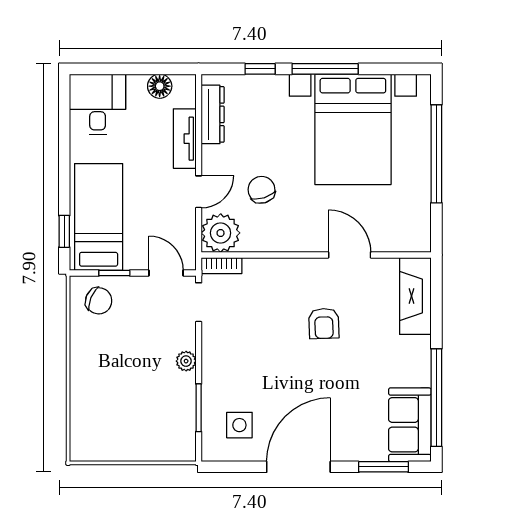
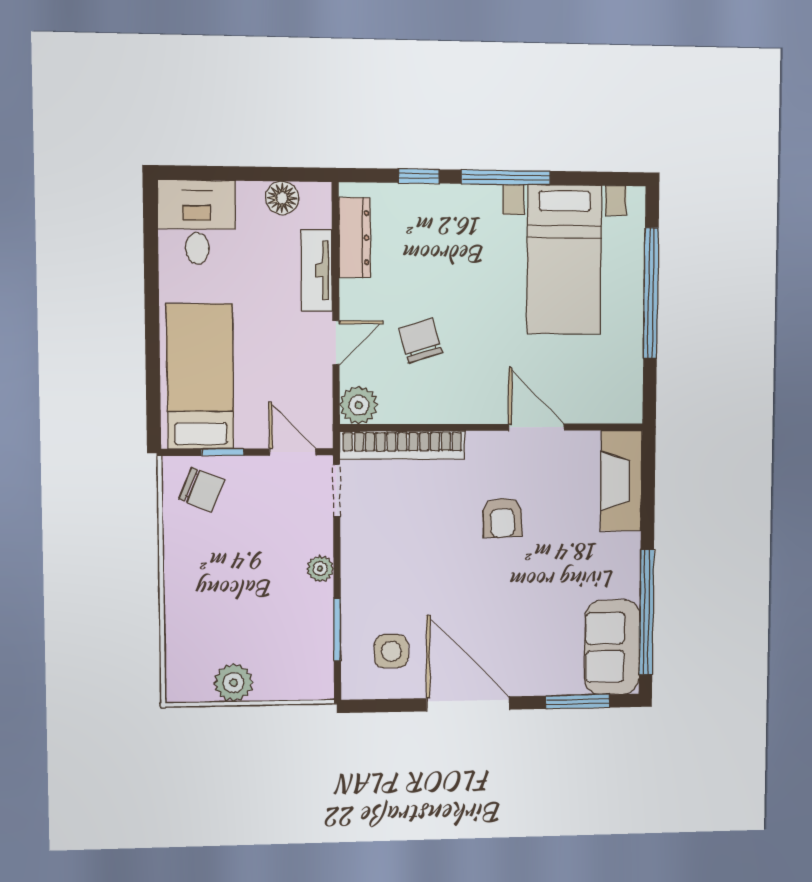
bed with nightstands: (353, 129) -> (564, 260), width x0.73
window: (64, 231) -> (153, 396), removed
plant: (221, 233) -> (359, 405), width x0.73, depth x0.73
bookcase: (221, 266) -> (402, 445), width x2.31, depth x1.31
plant: (121, 447) -> (234, 683), added
door: (298, 467) -> (468, 704), hinge flipped

